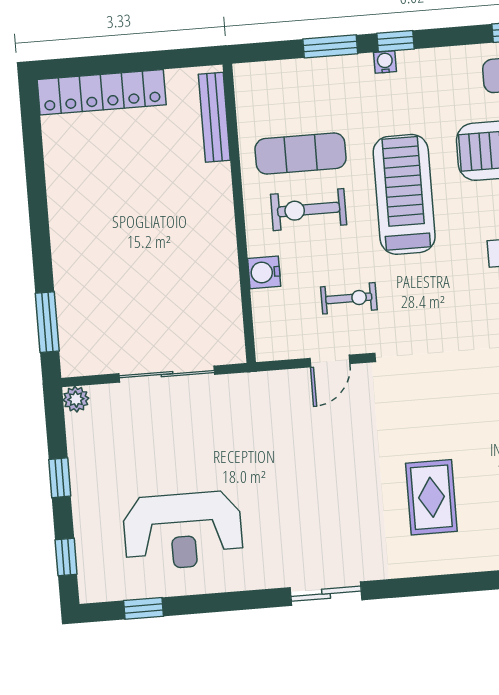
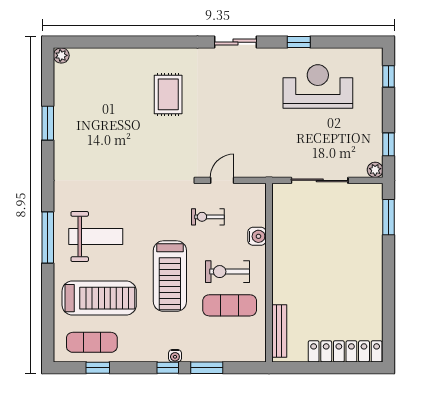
exercise bike: (309, 210) -> (228, 272), turned 180
window: (60, 478) -> (389, 144), moved
window: (144, 608) -> (299, 42), moved

